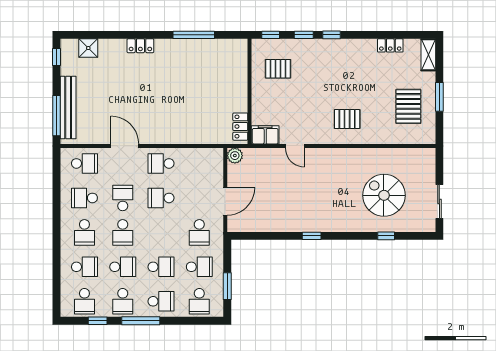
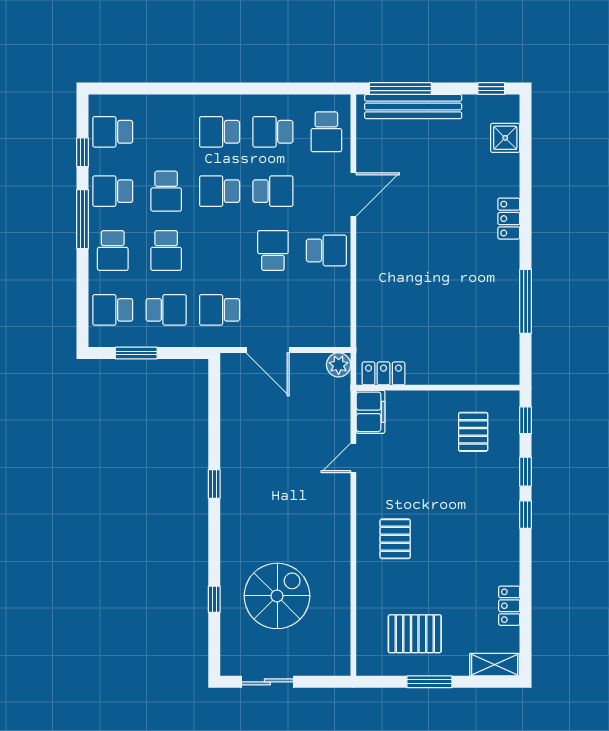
school desk: (161, 163) -> (326, 250), turned 90
school desk: (84, 198) -> (273, 132), turned -90
school desk: (84, 267) -> (166, 132), removed
school desk: (199, 267) -> (166, 310), turned -90

